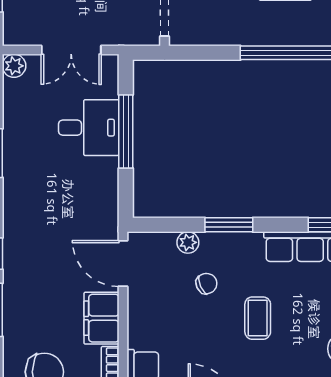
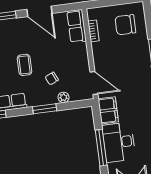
desk: (89, 128) -> (119, 142), width x1.37
filing cabinet: (101, 318) -> (108, 110), moved

